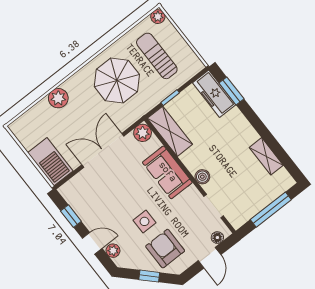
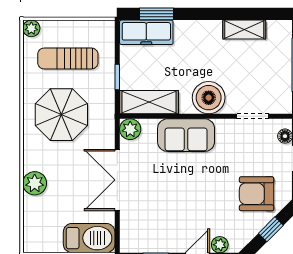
boiler: (202, 177) -> (209, 98), width x1.86, depth x1.86
side table: (144, 221) -> (216, 193), removed

